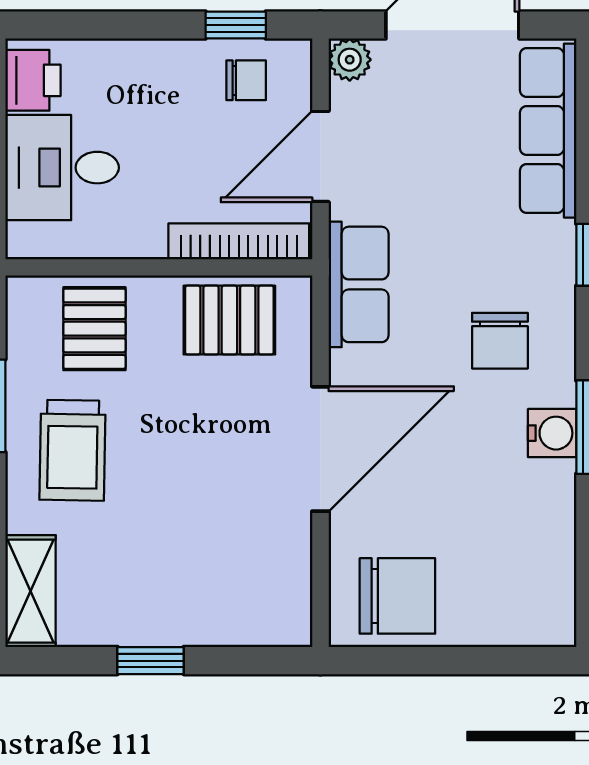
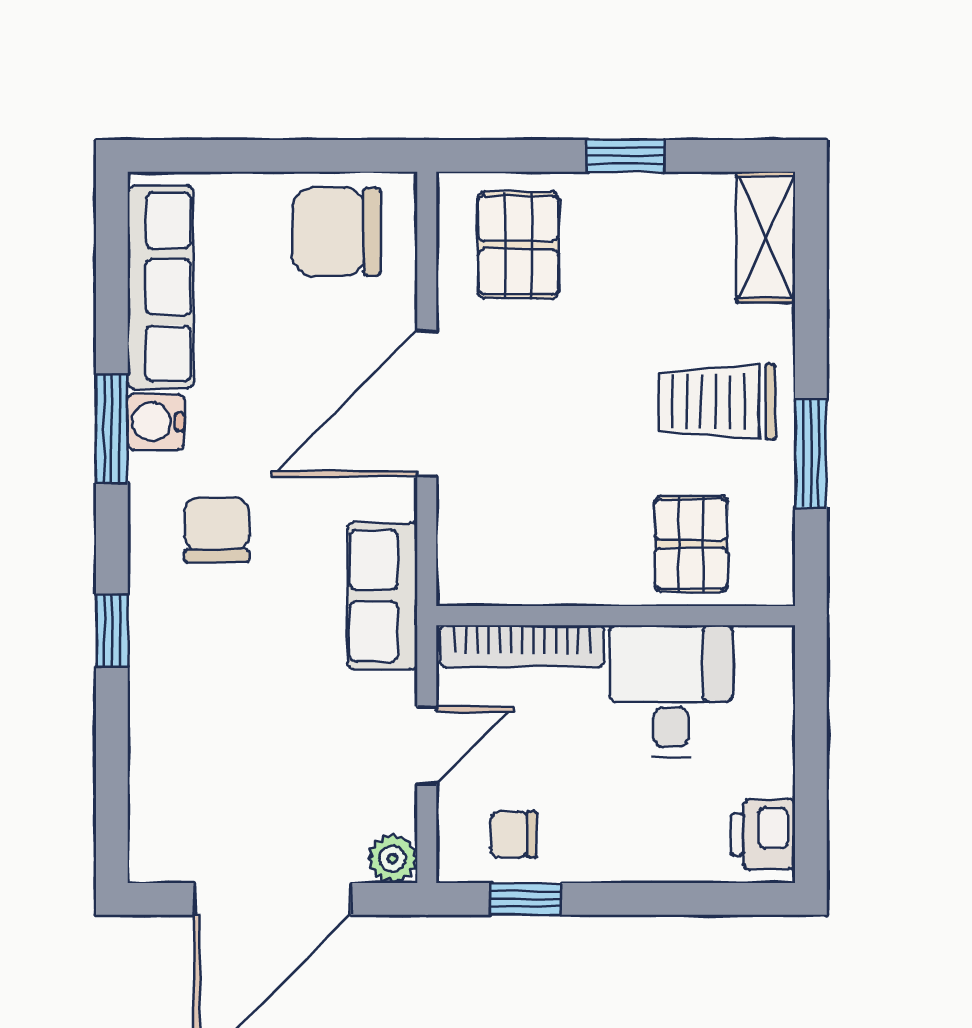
row of seats: (548, 131) -> (161, 287), moved
door: (320, 156) -> (427, 745), width x0.73
desk: (62, 168) -> (671, 691), moved, turned -90
pallet: (229, 320) -> (518, 245), moved, turned 90
trolley: (72, 450) -> (717, 402), turned -91

